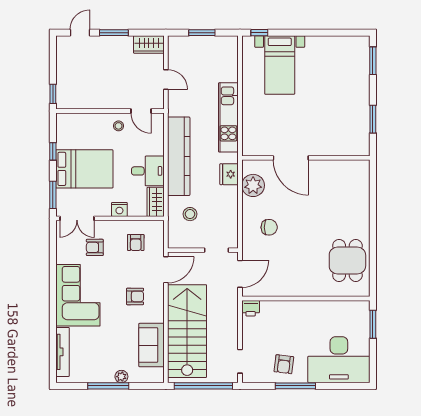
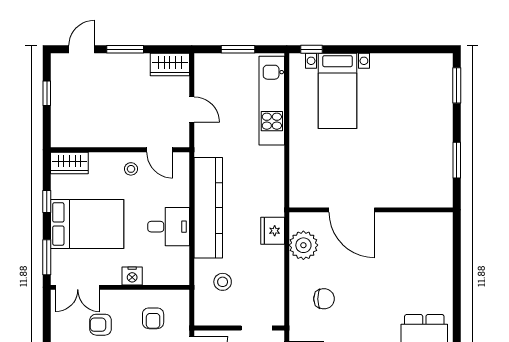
window: (53, 94) -> (47, 93), moved
kitchen unit: (228, 117) -> (272, 101), moved
wardrobe: (156, 202) -> (69, 163), moved, turned -90

